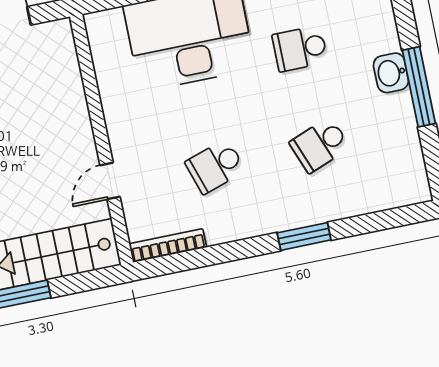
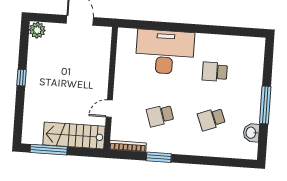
washbasin: (391, 73) -> (251, 133), moved
window: (304, 236) -> (159, 157), moved

